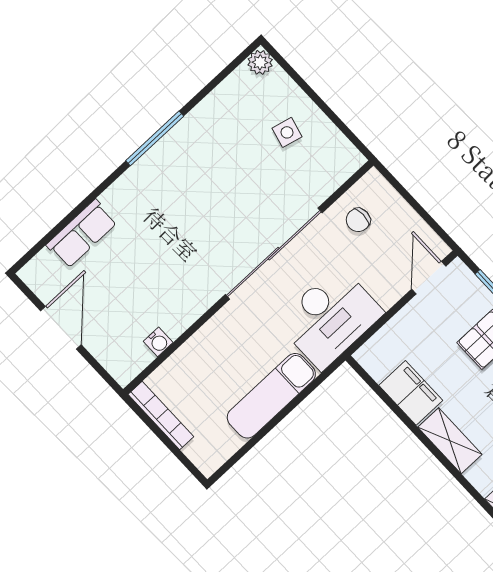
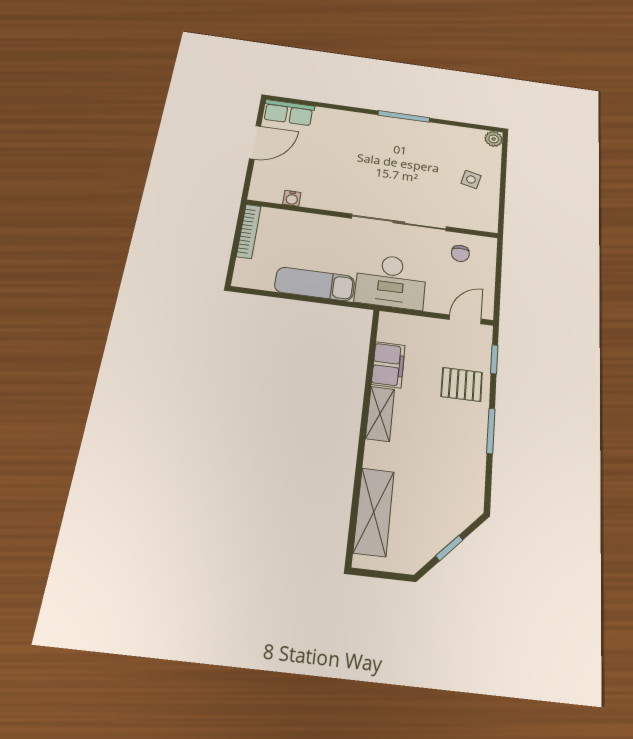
chair: (358, 220) -> (460, 253), turned -90
row of seats: (82, 234) -> (289, 113), moved

